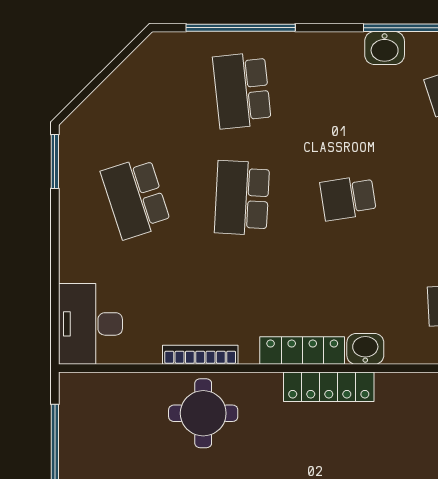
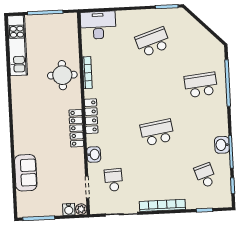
school desk: (242, 198) -> (155, 87), removed
school desk: (348, 198) -> (157, 132), width x1.85
washbasin: (365, 349) -> (94, 155), moved

